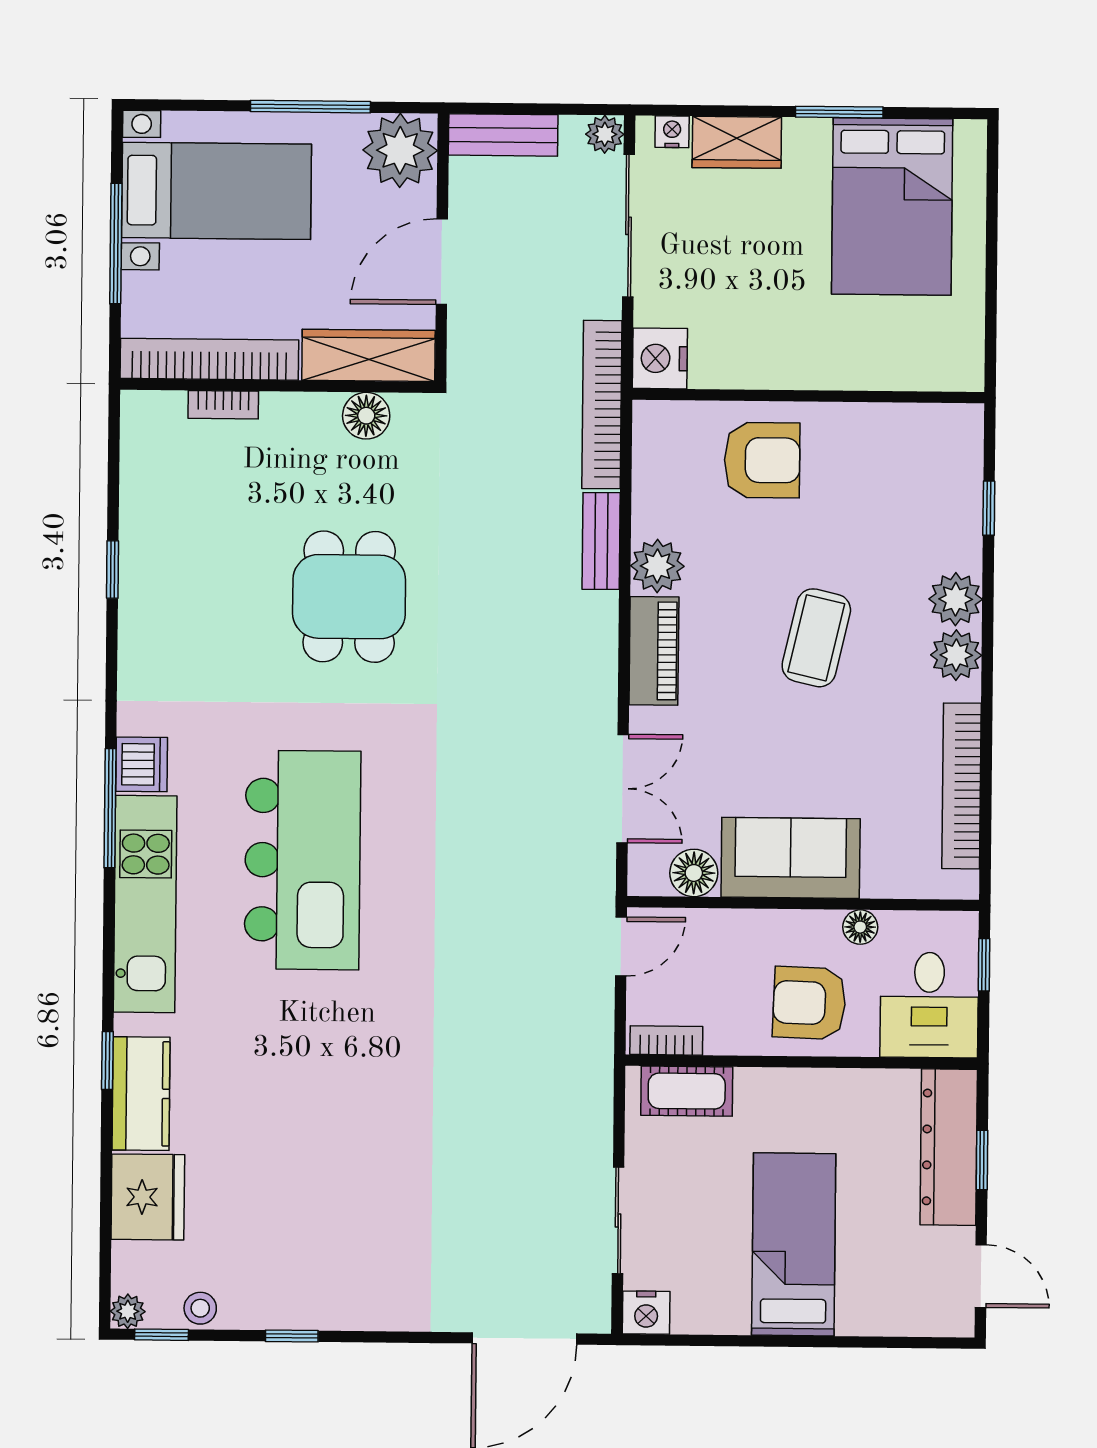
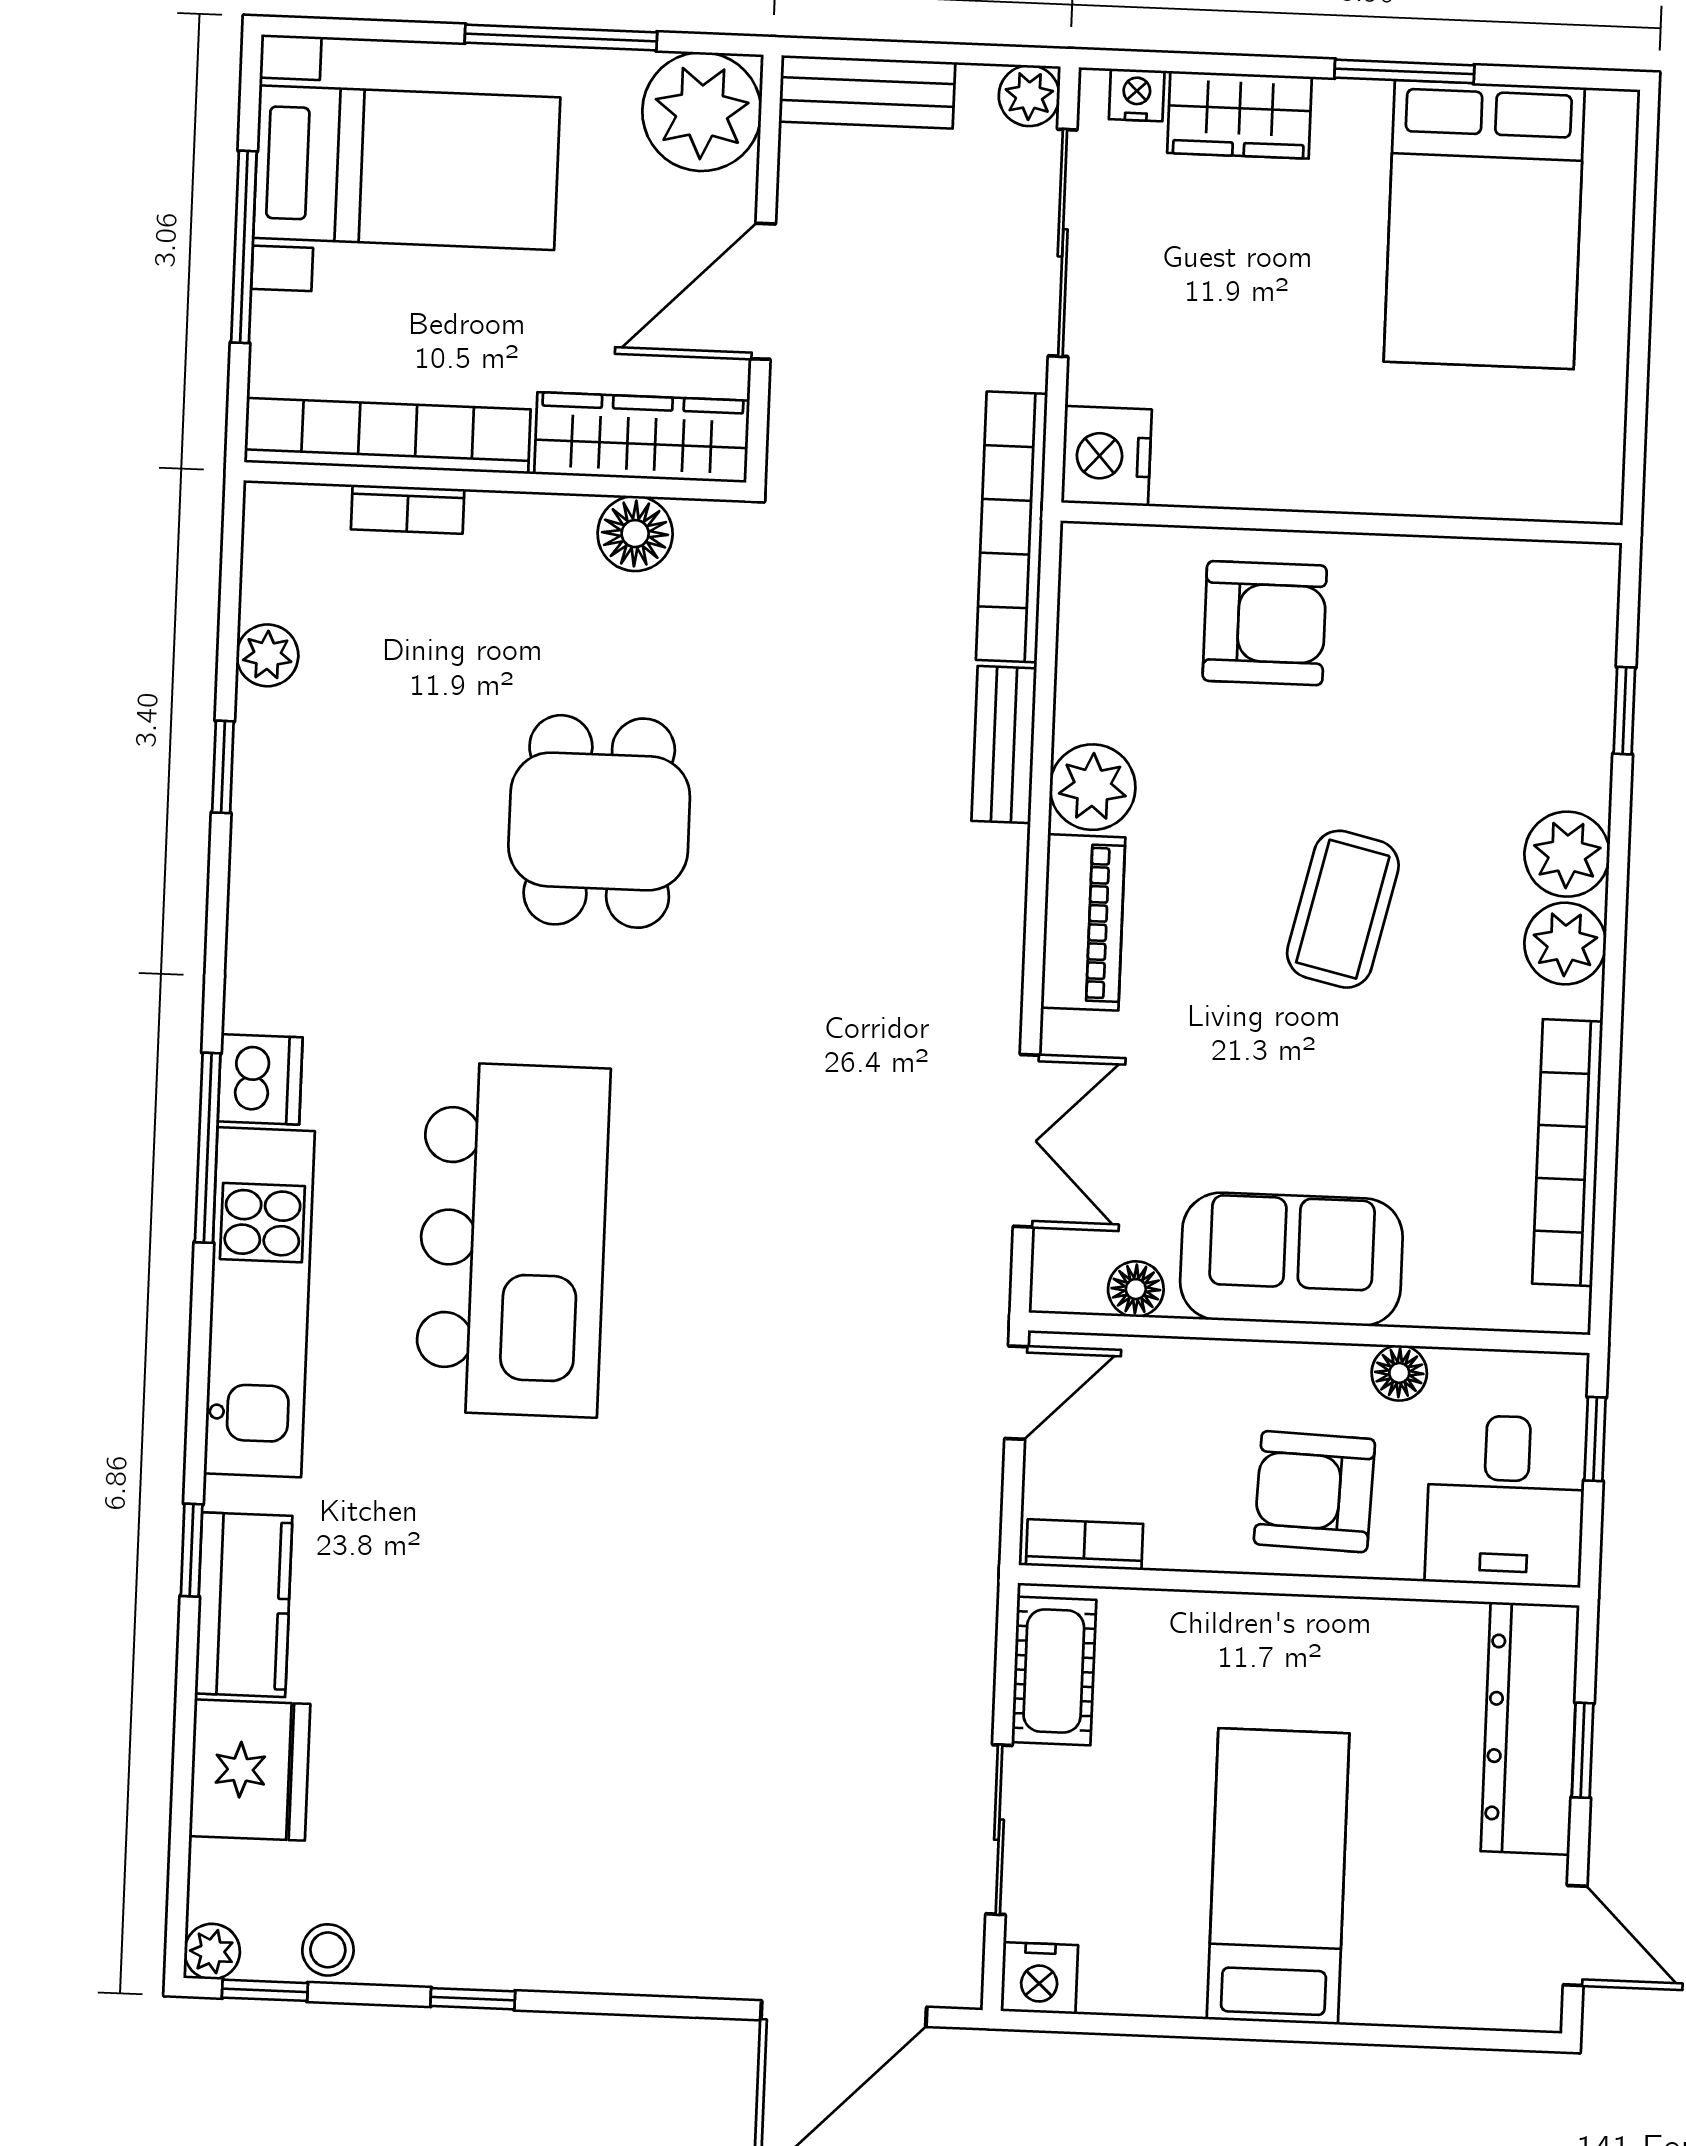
plant: (138, 499) -> (267, 655), added
floor lamp: (694, 873) -> (1136, 1289), width x0.73, depth x0.73
cot: (687, 1091) -> (1054, 1671), moved, turned 90

